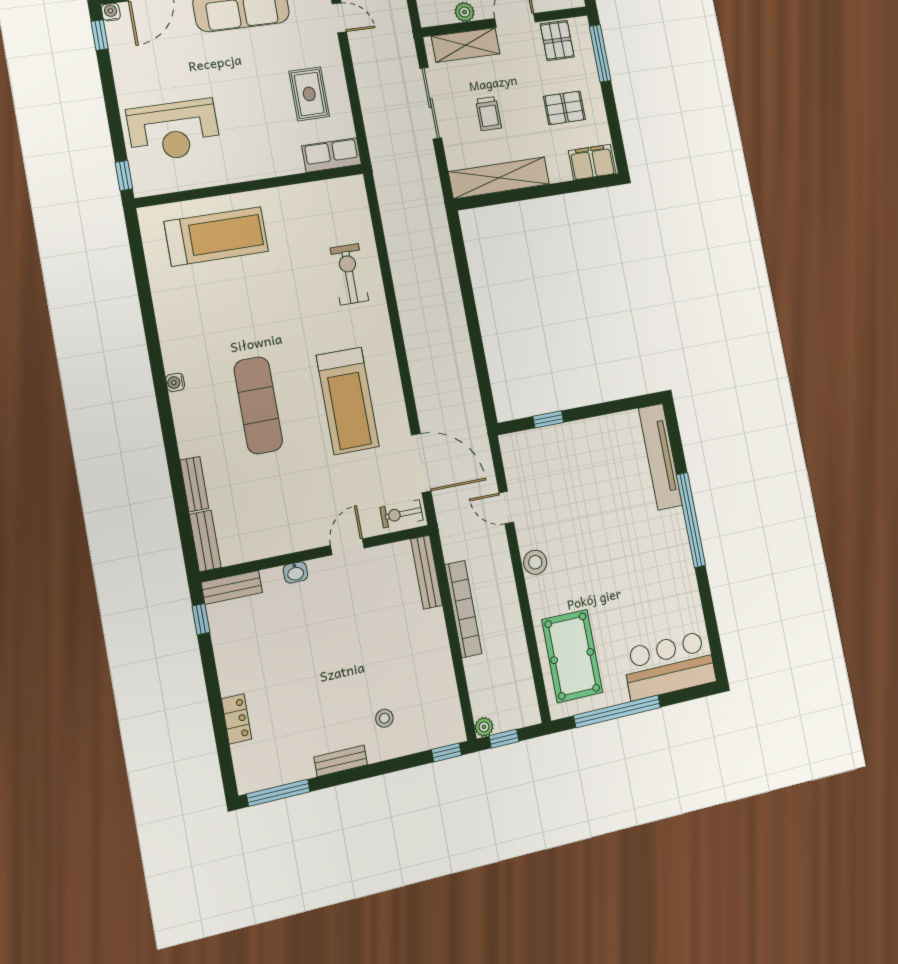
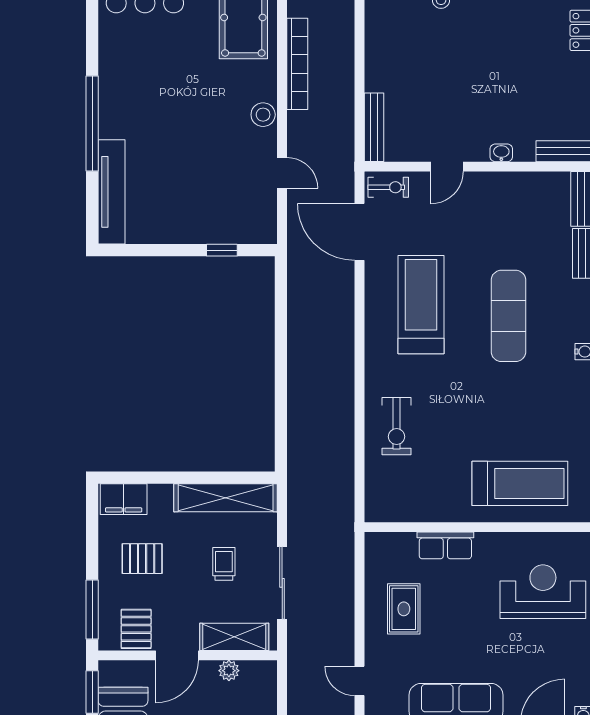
row of seats: (332, 155) -> (445, 545), moved
treadmill: (216, 236) -> (520, 483), turned 180
bookcase: (463, 609) -> (297, 64), moved, turned 180

